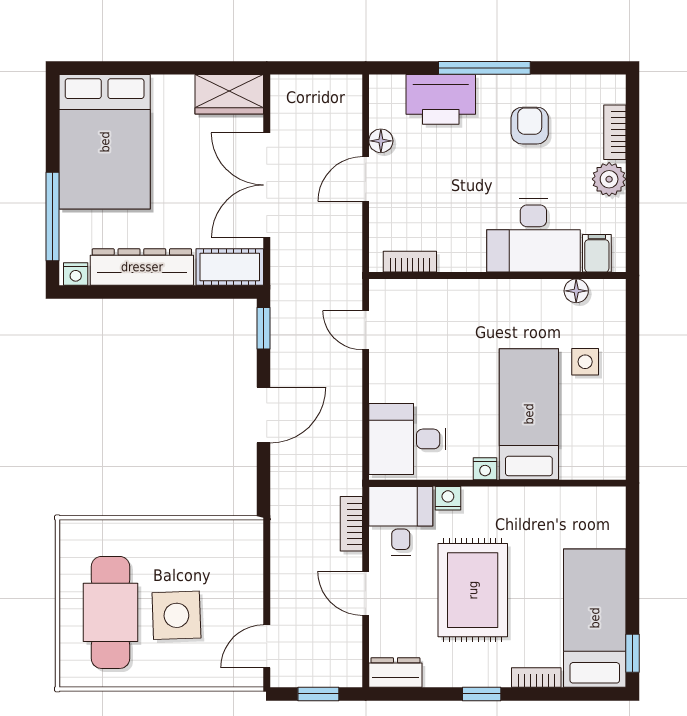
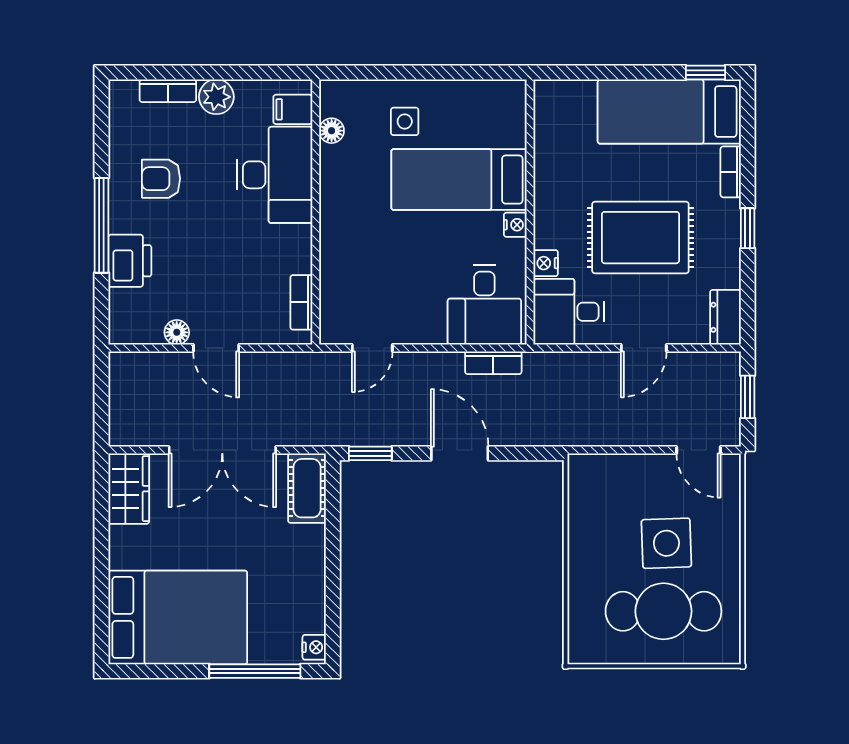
printer: (441, 99) -> (130, 261), width x0.73, depth x0.84
dresser: (142, 267) -> (307, 579), removed
bookcase: (351, 524) -> (493, 363), moved

